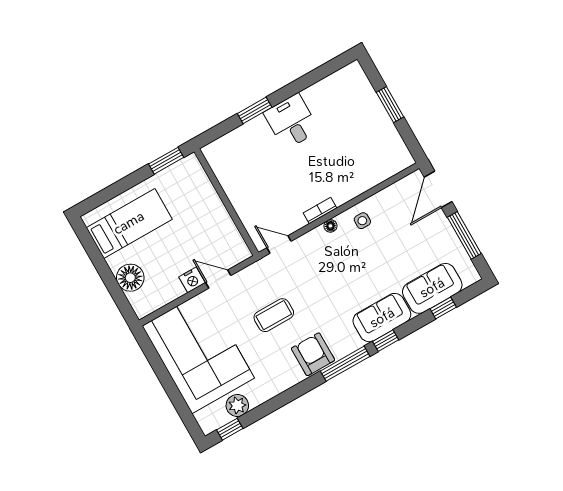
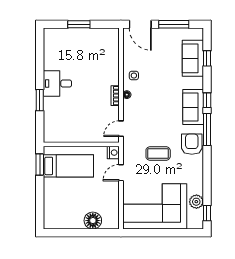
bed: (129, 223) -> (68, 166), moved, turned 90
nightstand: (192, 280) -> (113, 153), moved
coffee table: (274, 315) -> (158, 154), turned 90
sofa: (382, 318) -> (193, 107), moved
armchair: (313, 354) -> (192, 144), turned 90

